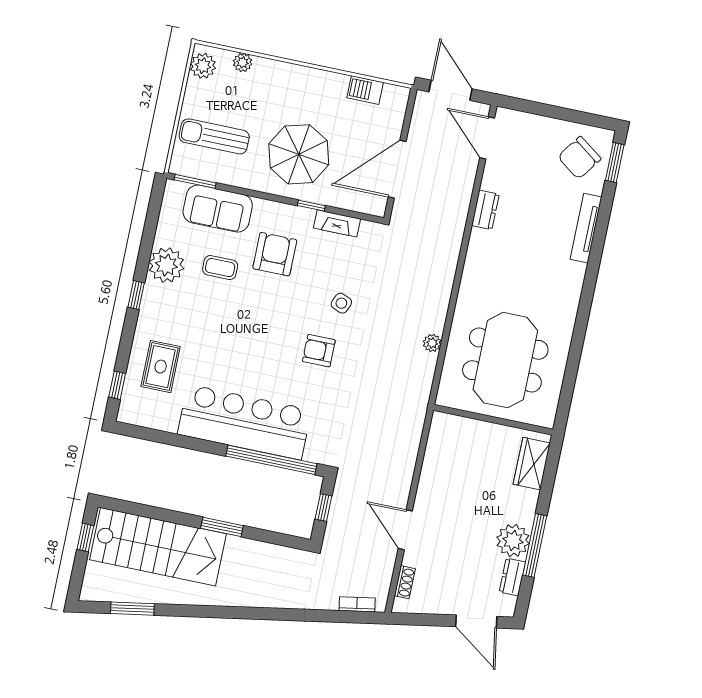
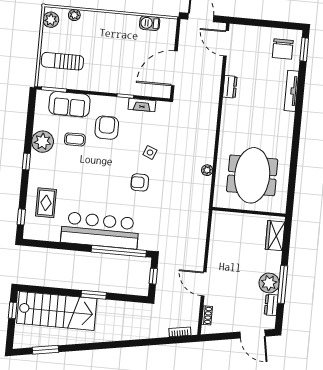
parasol: (299, 154) -> (114, 66), removed
chair: (579, 158) -> (283, 49), turned -36

